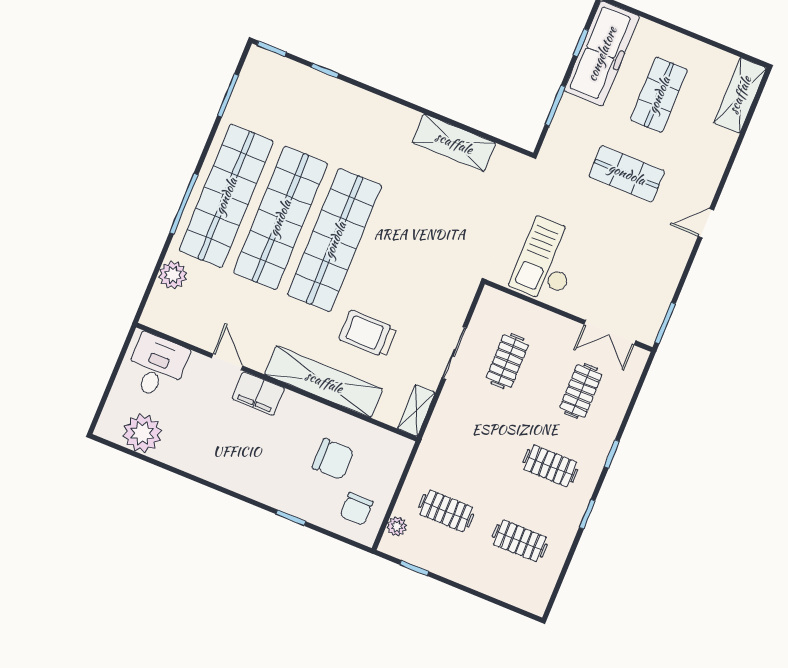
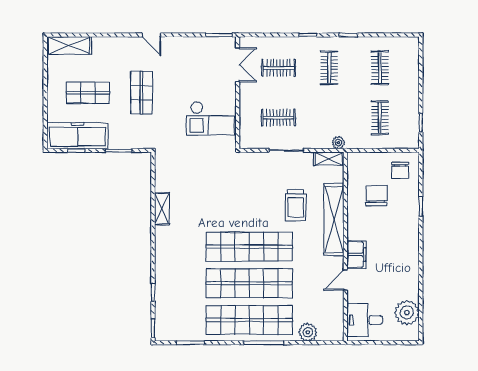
shelving: (454, 143) -> (162, 209), width x0.67, depth x0.75
chair: (356, 509) -> (400, 170), turned 90
plant: (397, 526) -> (338, 143), moved

